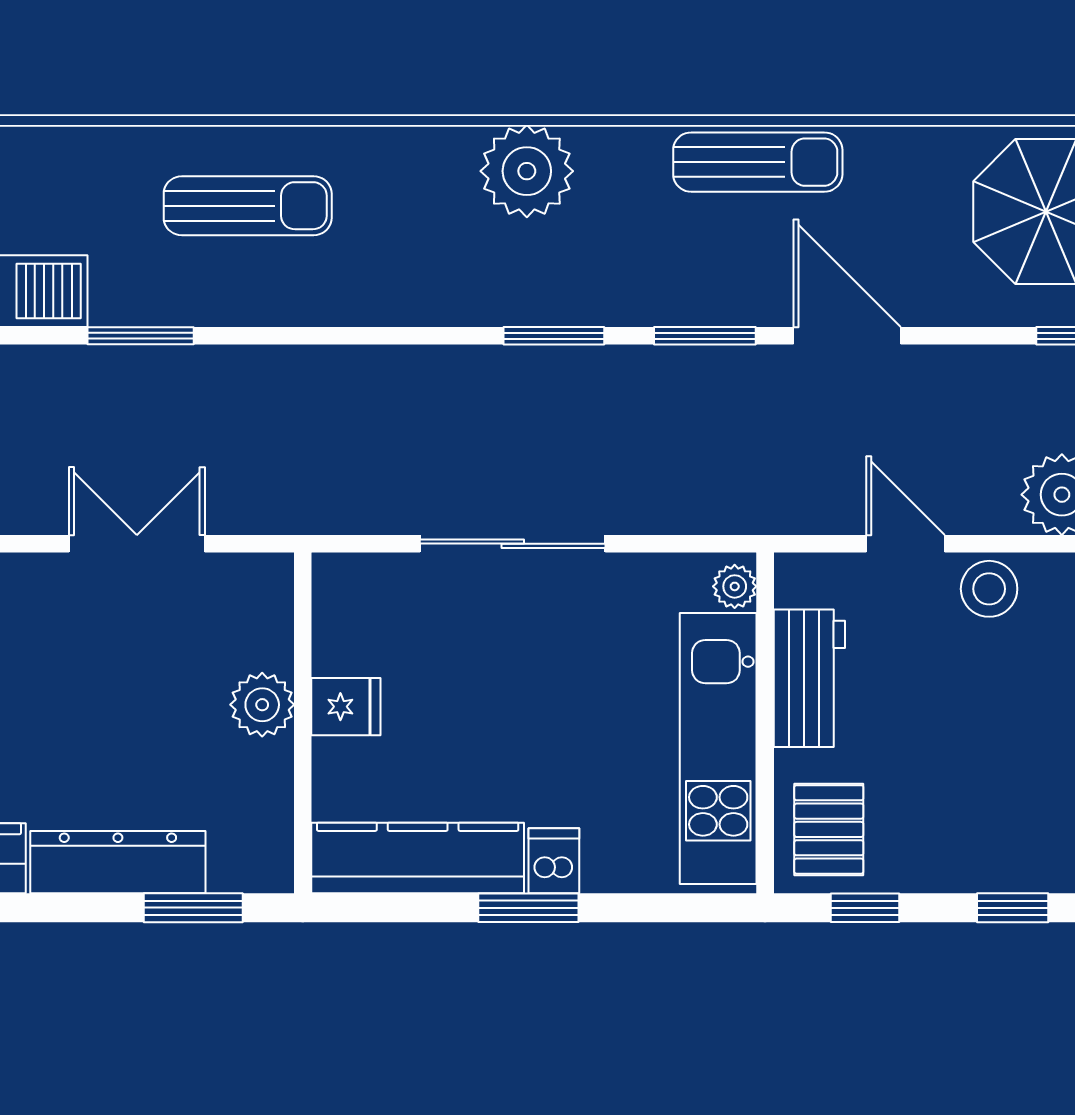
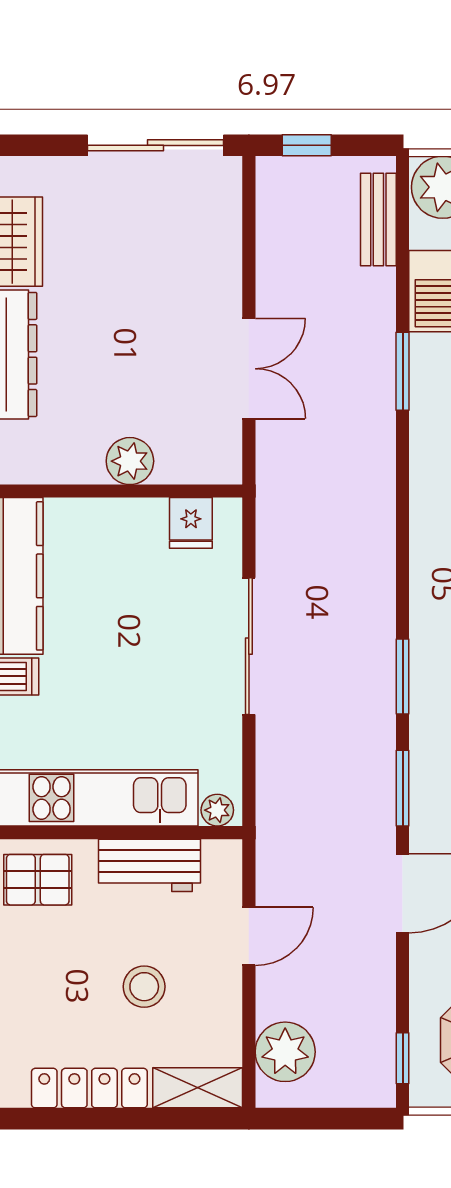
stool: (989, 589) -> (144, 987), moved
fridge: (346, 707) -> (191, 523), moved

